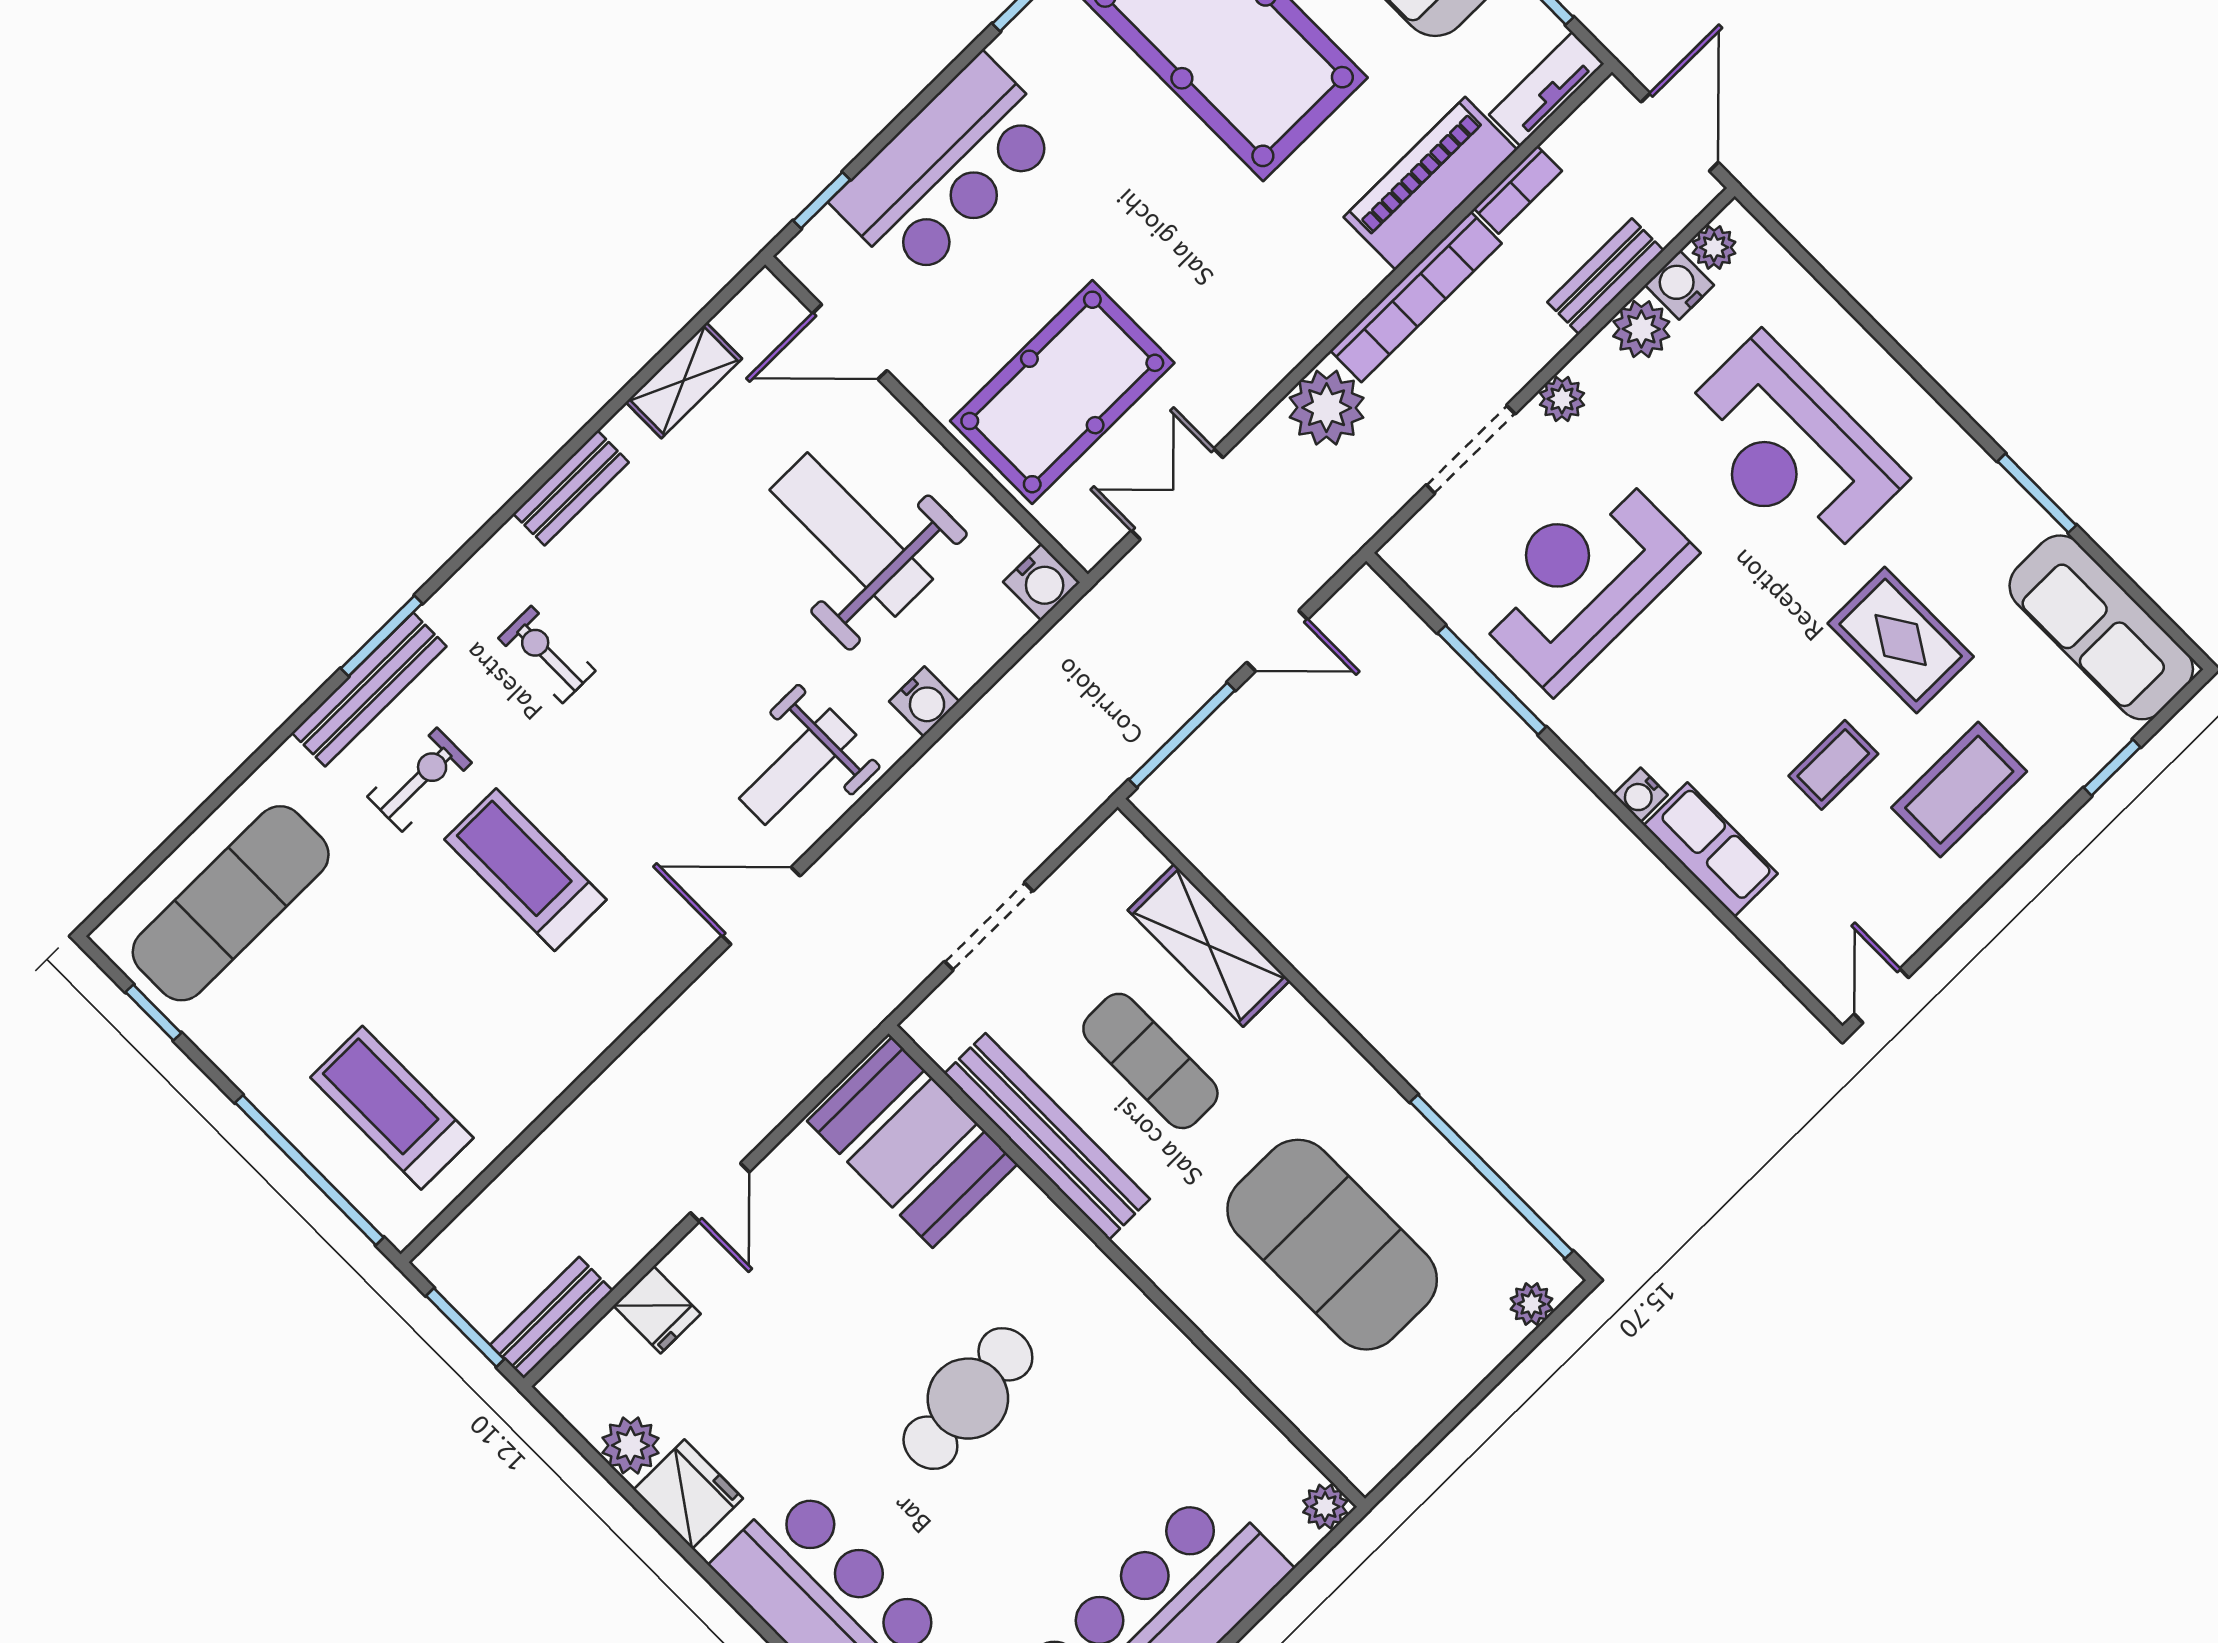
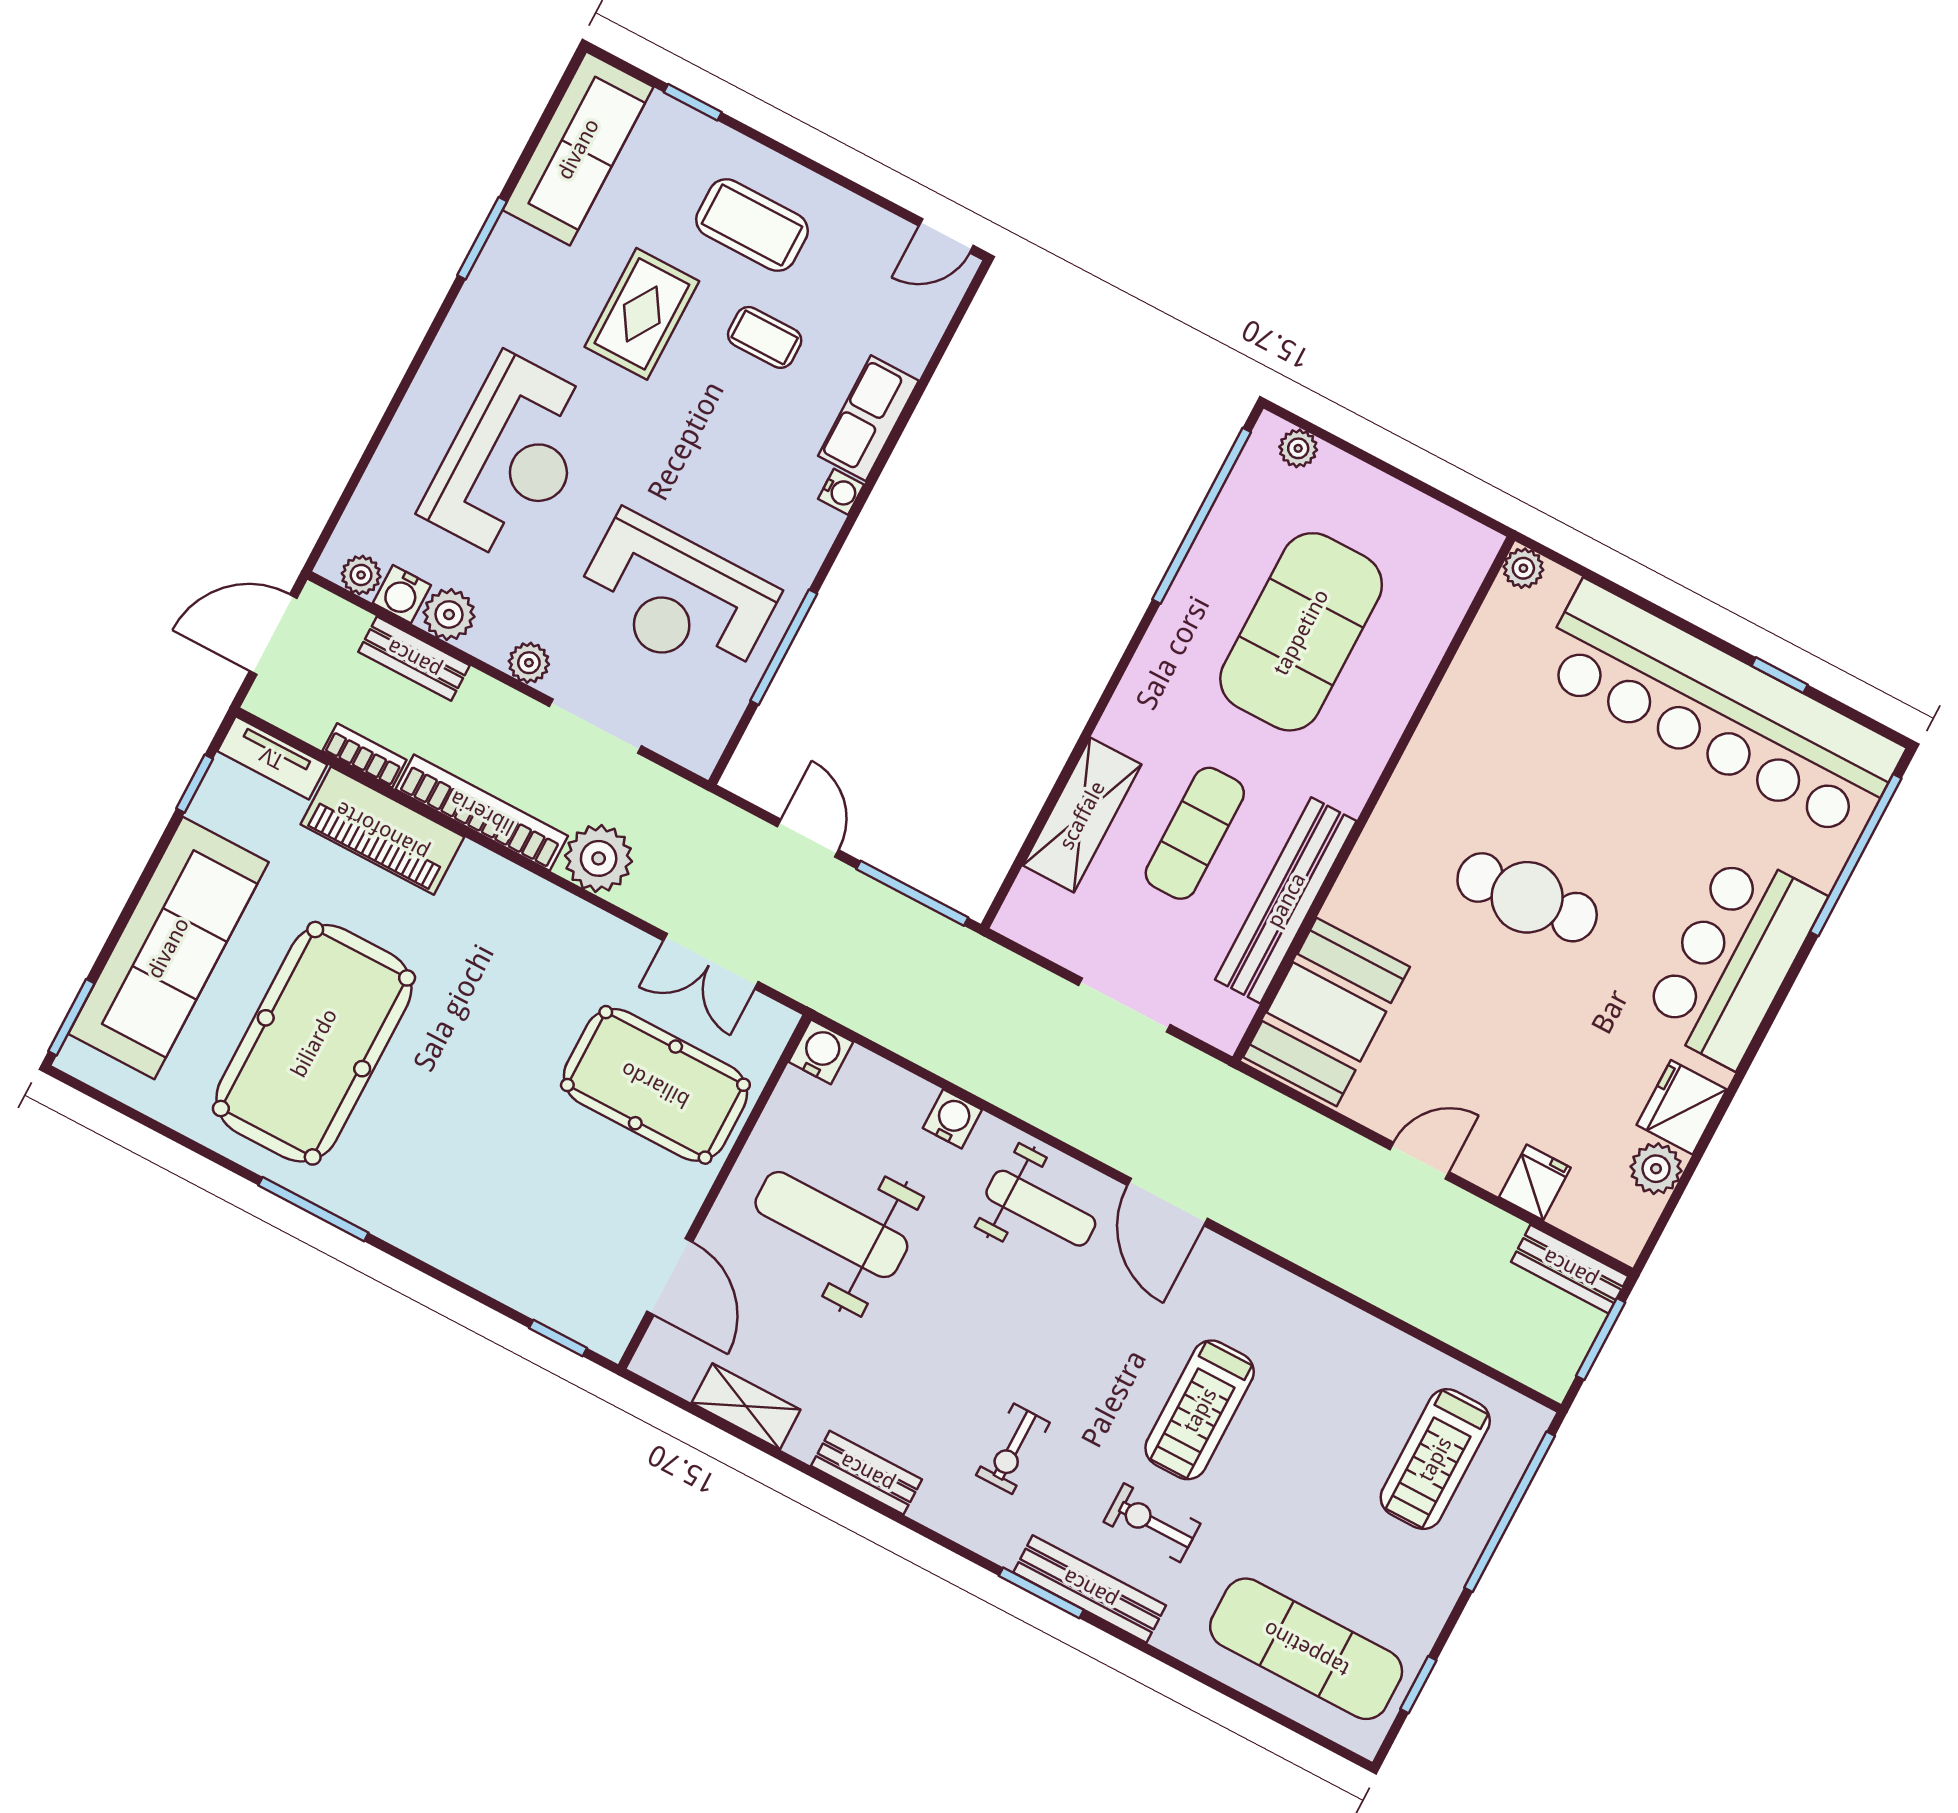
bar counter: (947, 169) -> (498, 1241), removed
weight bench: (851, 535) -> (831, 1225), turned 90

